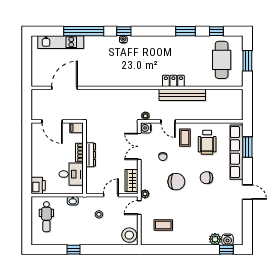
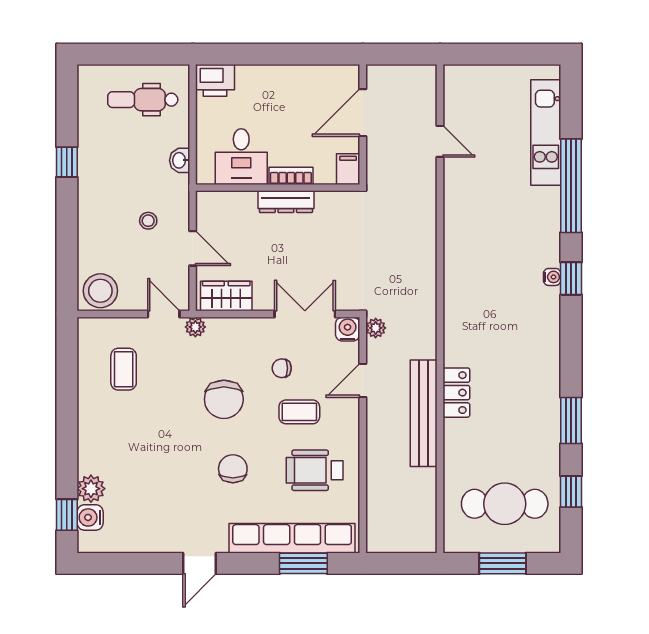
door: (65, 88) -> (440, 141), width x0.53
coffee table: (185, 138) -> (299, 412), moved

